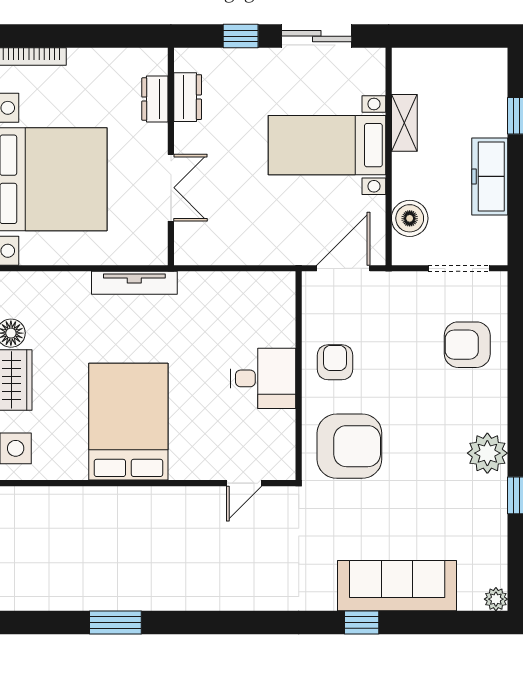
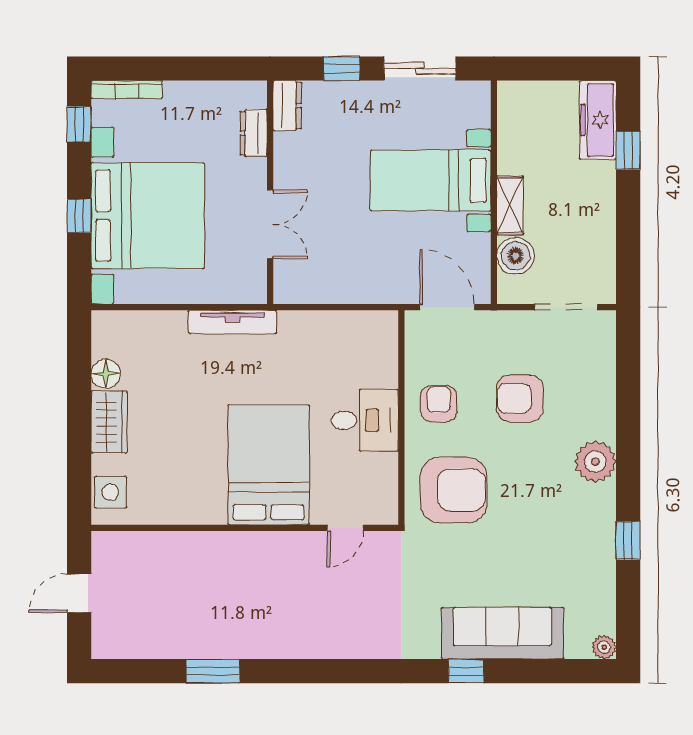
dresser: (188, 97) -> (287, 106), moved
shelving: (404, 123) -> (510, 205), moved
freezer: (490, 176) -> (598, 120), moved
door: (343, 268) -> (447, 307), hinge flipped
armchair: (467, 345) -> (520, 398), moved
bed: (128, 422) -> (268, 465), moved
plant: (487, 453) -> (595, 462), moved

